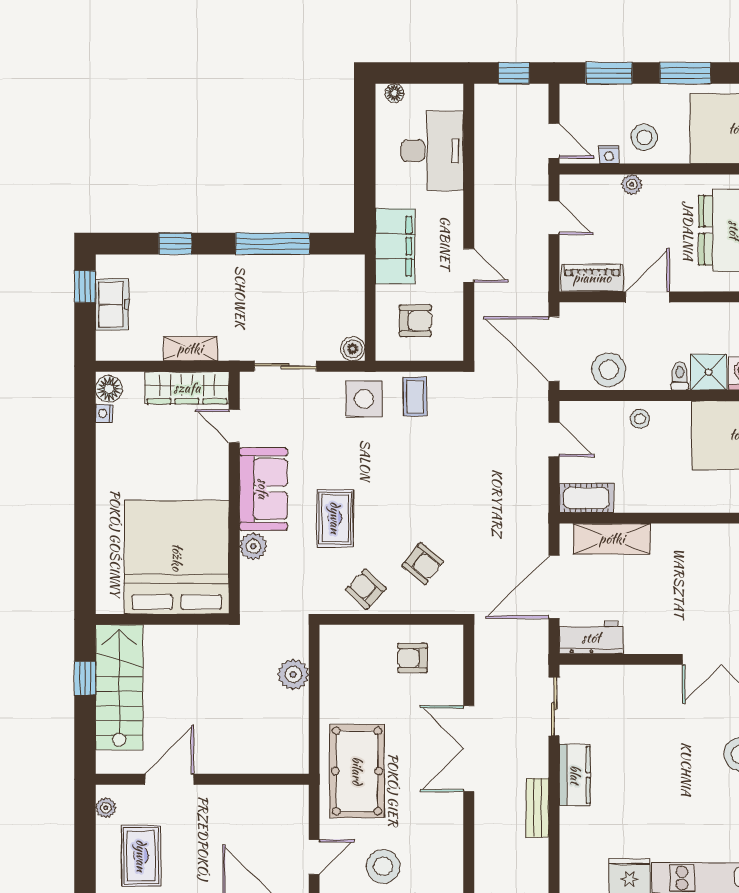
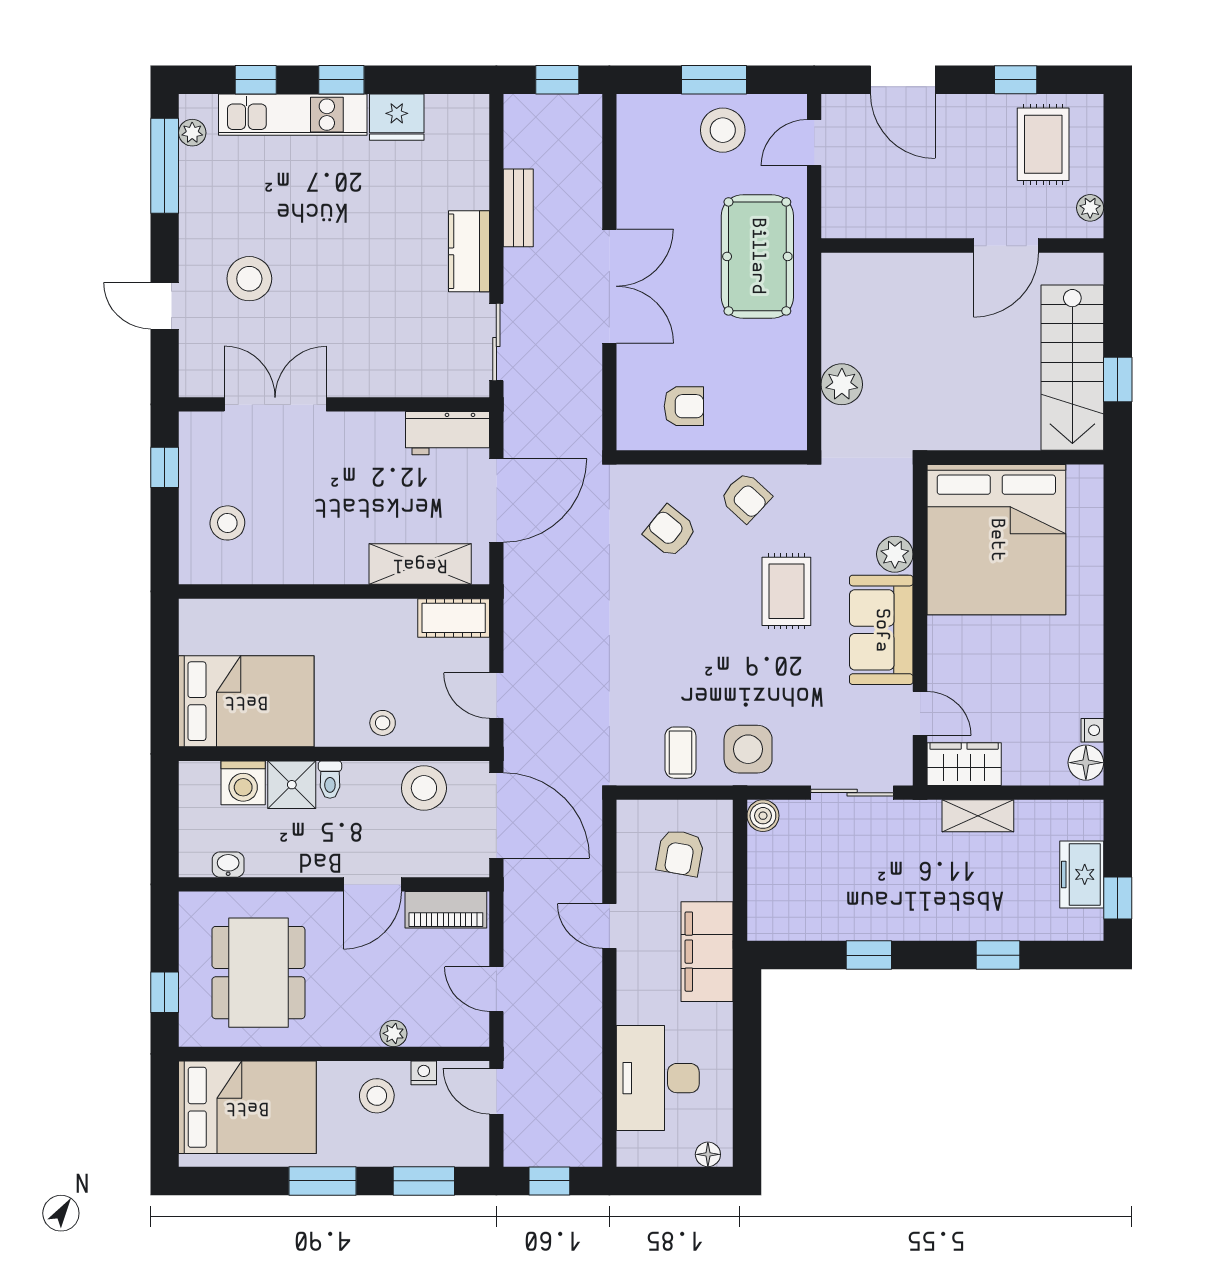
window: (273, 244) -> (869, 955), width x0.46
armchair: (415, 321) -> (680, 853), turned -80
wardrobe: (187, 388) -> (964, 764), width x0.67

